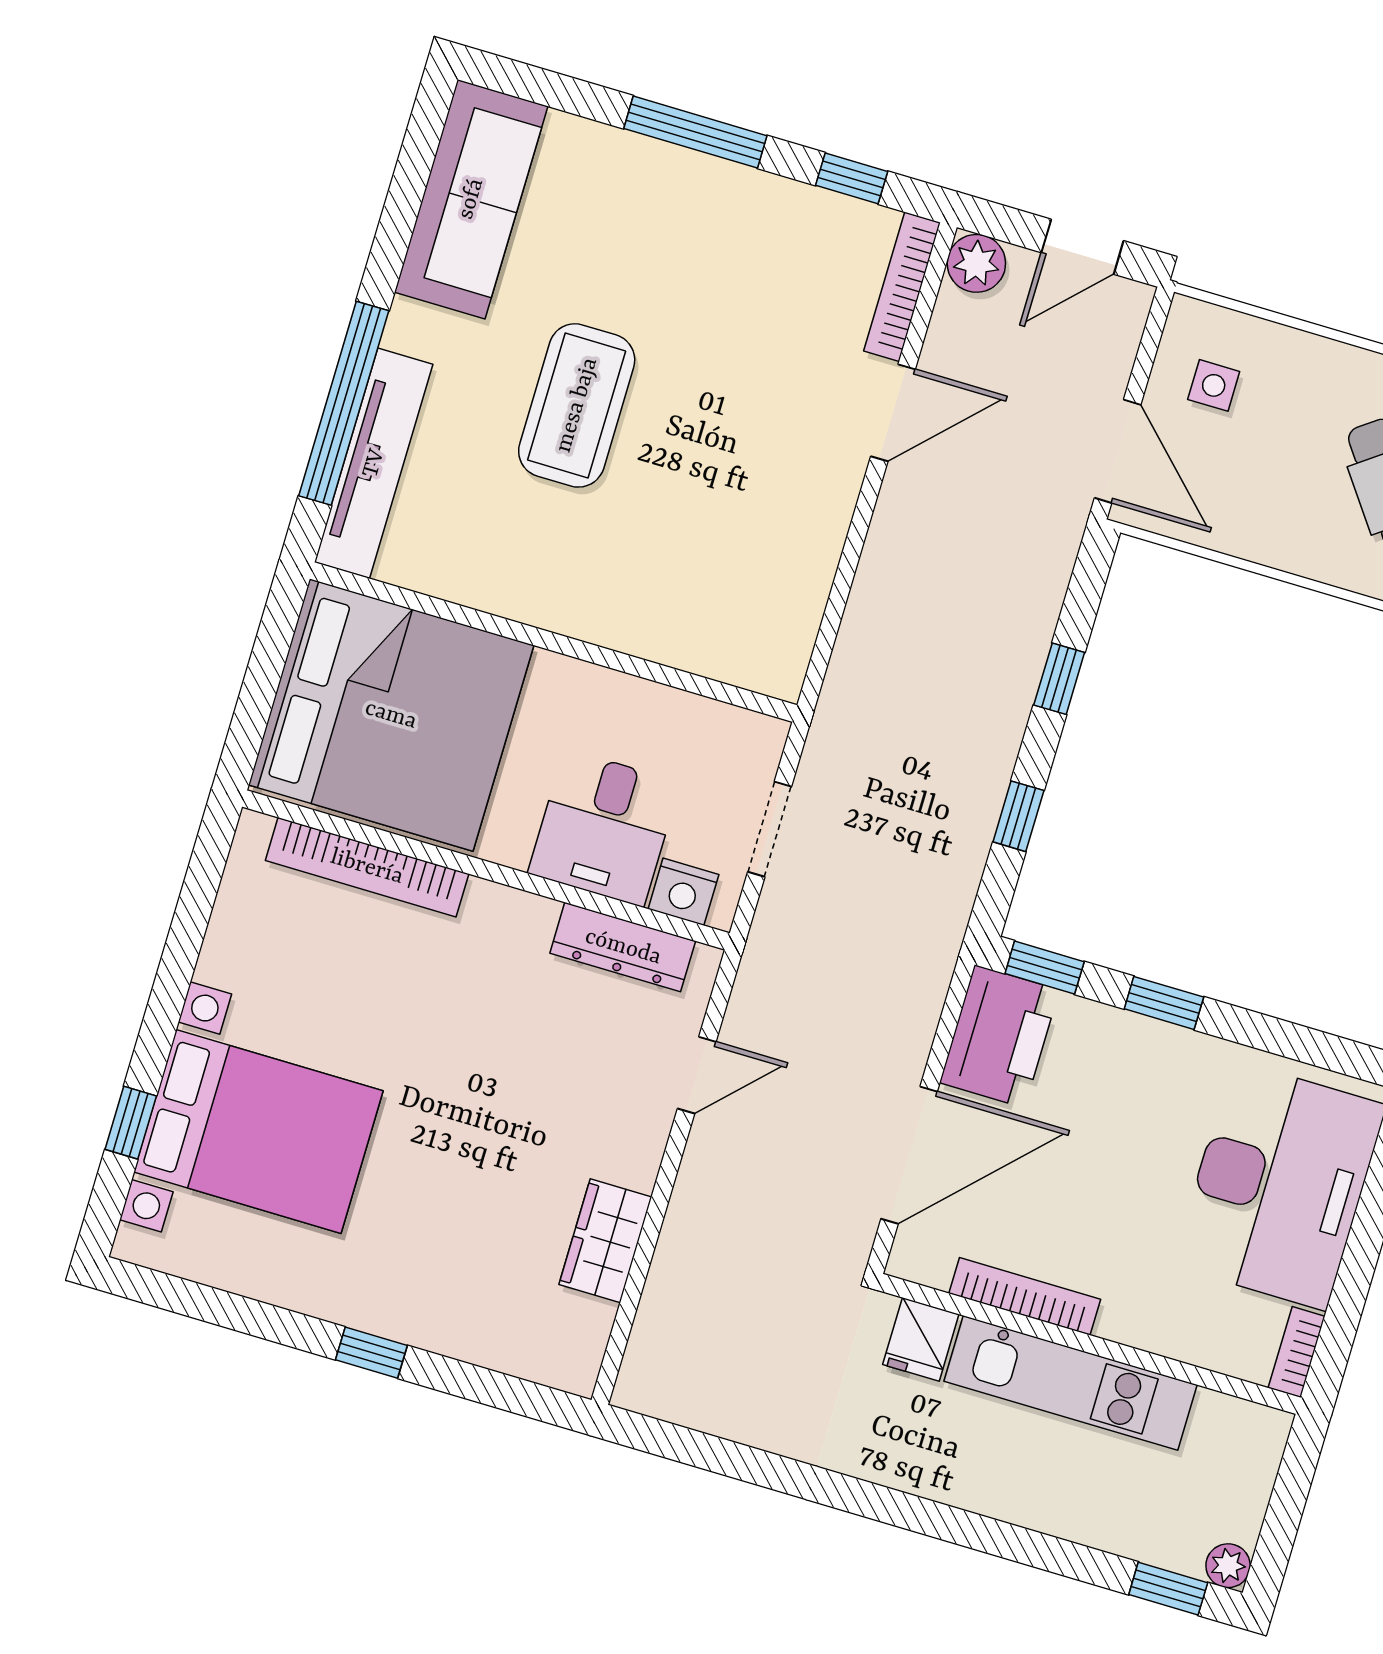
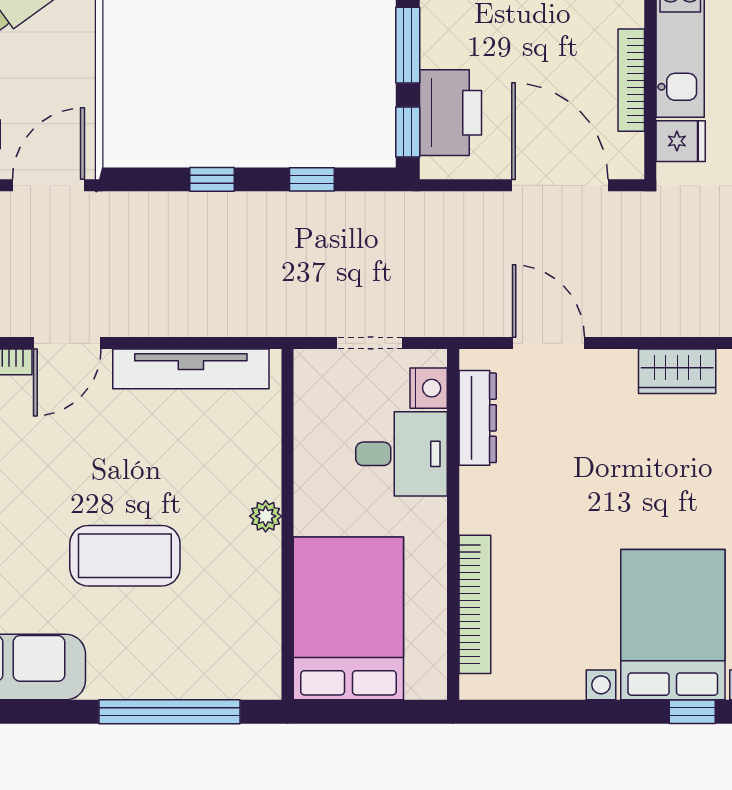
door: (893, 413) -> (67, 343), swing flipped
tv unit: (374, 463) -> (191, 369), moved, turned 180
plant: (574, 615) -> (266, 516), added
bed: (391, 715) -> (348, 618), width x0.73
window: (1164, 1003) -> (408, 45), width x1.50
printer: (999, 1036) -> (451, 113), moved, turned 90
door: (697, 1075) -> (548, 343), width x1.38

